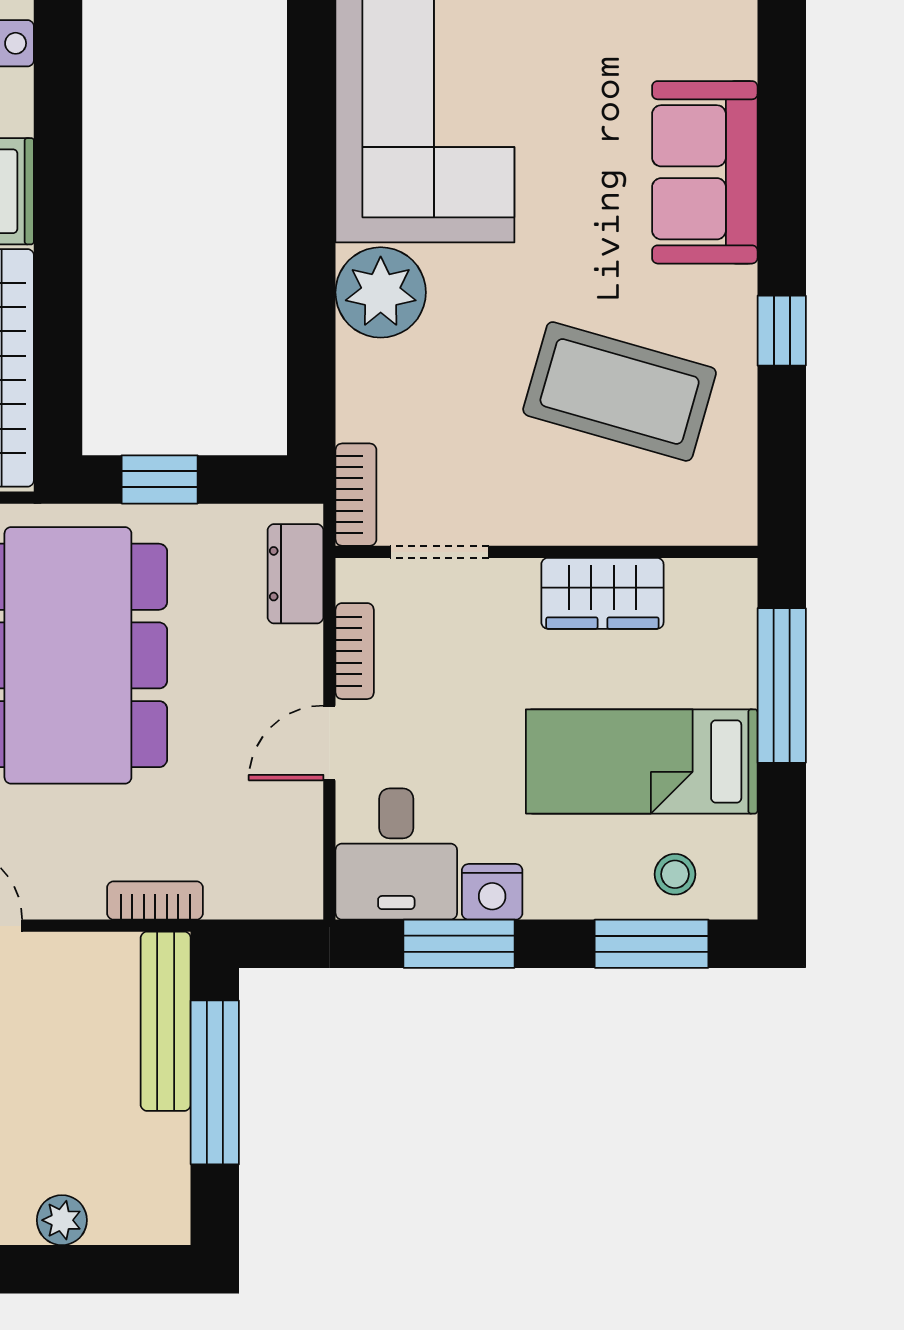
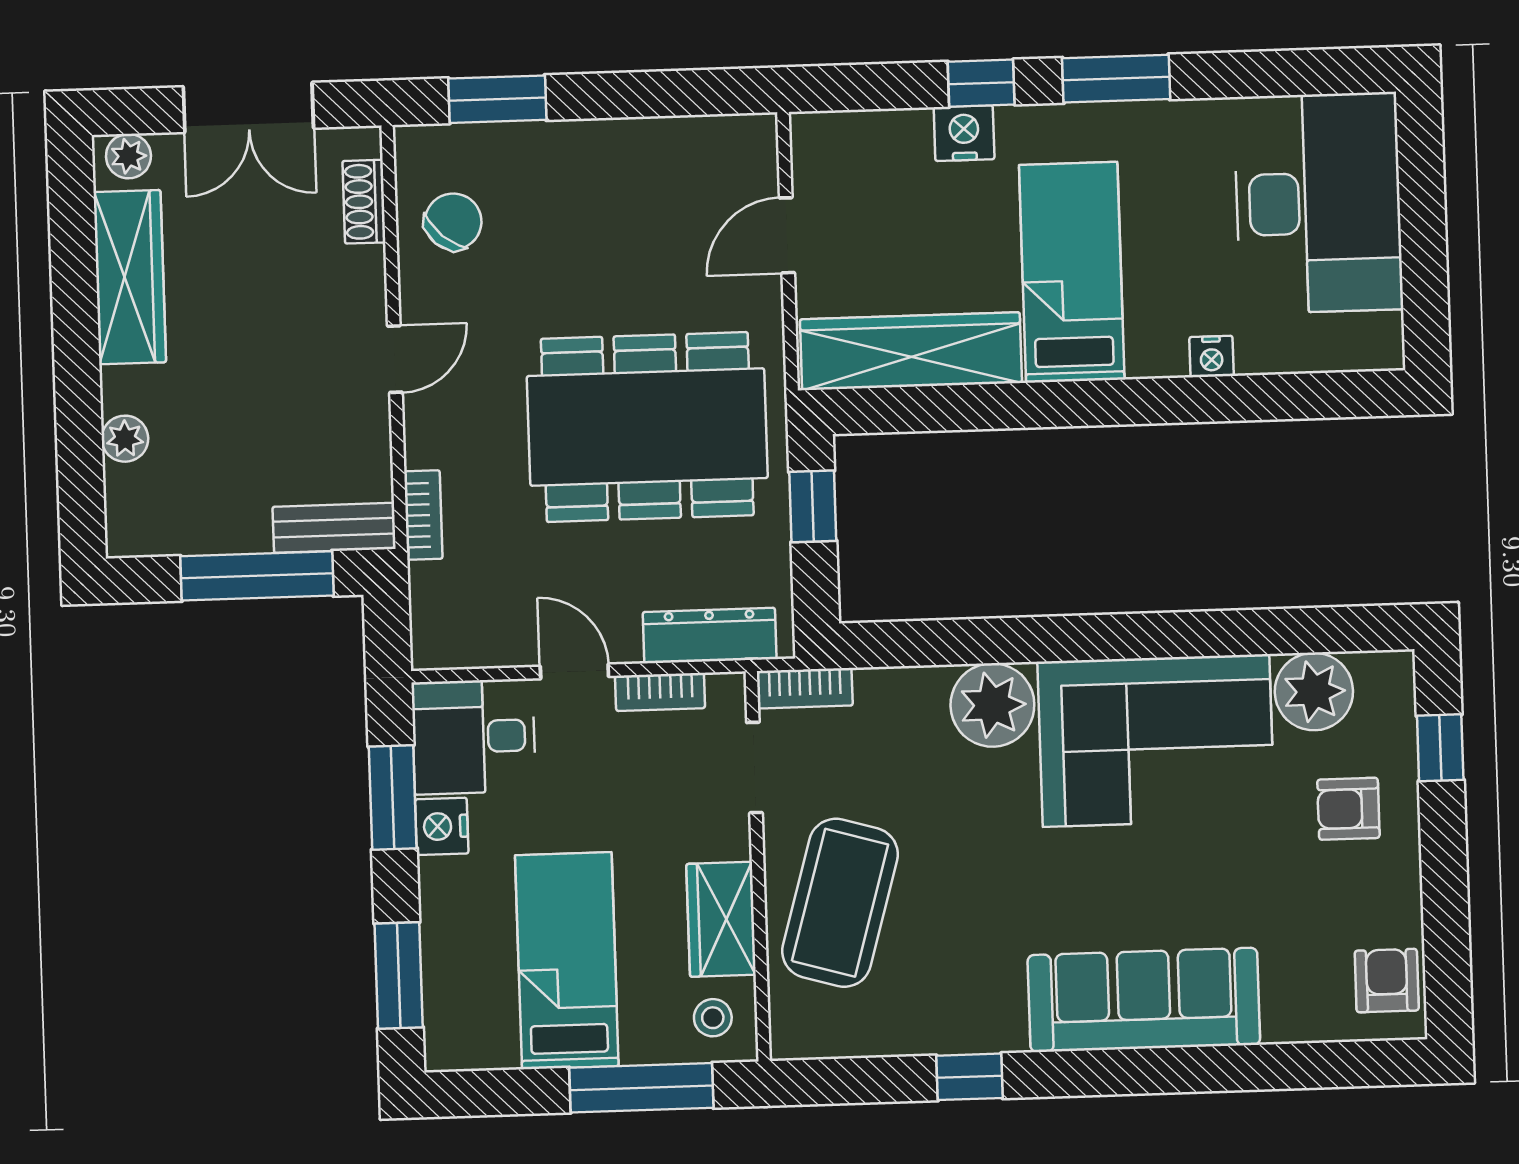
sofa: (705, 172) -> (1144, 1000), width x1.36
coffee table: (620, 391) -> (840, 903), moved
dresser: (295, 574) -> (710, 636), width x1.44
stool: (675, 874) -> (713, 1018), moved
bench: (166, 1021) -> (334, 528), width x0.73

